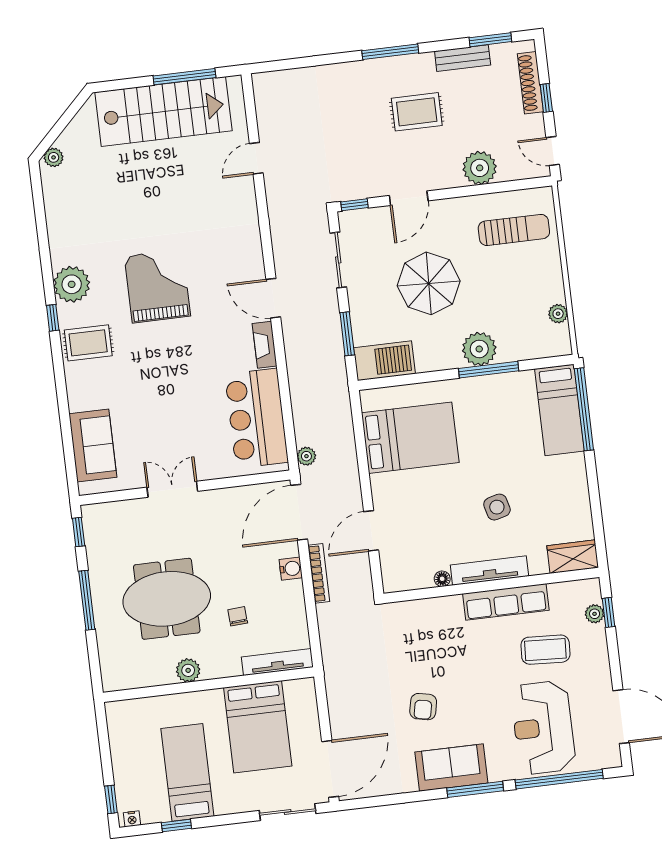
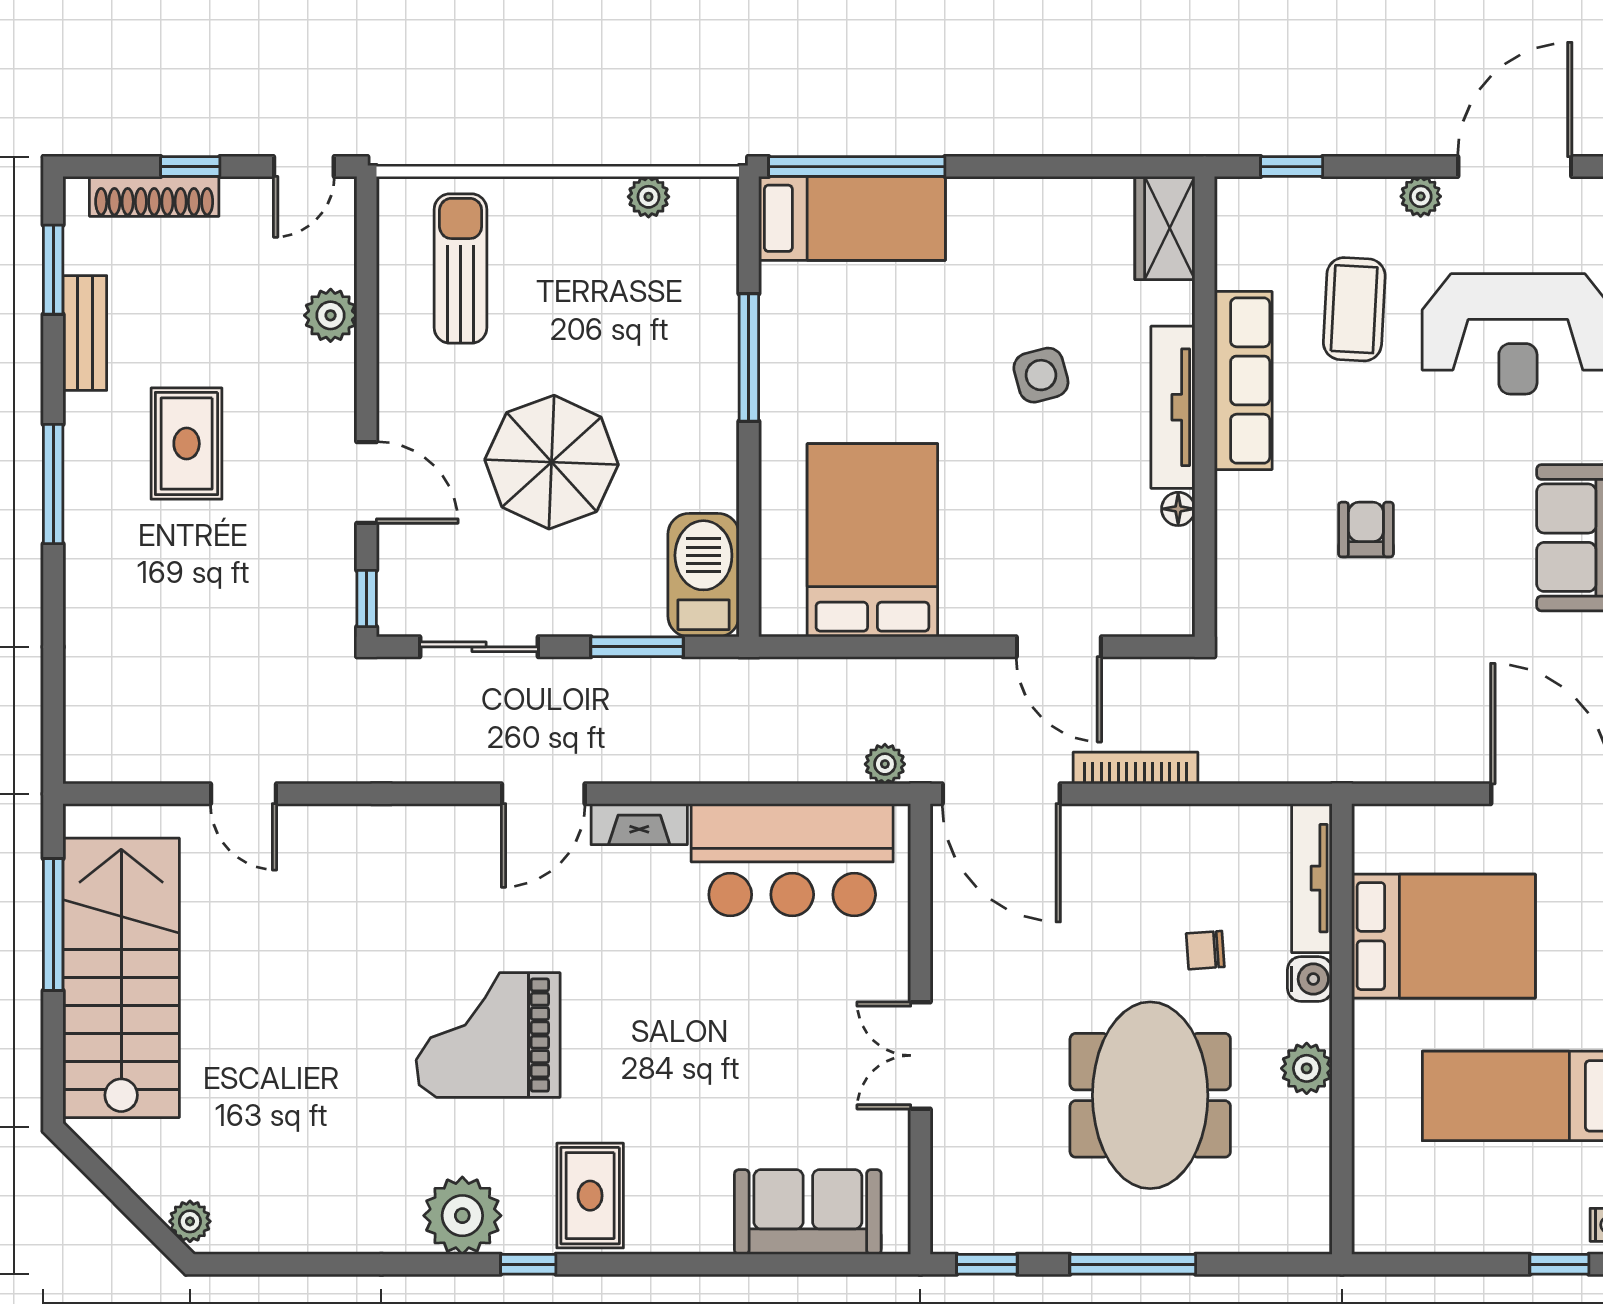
plant: (480, 168) -> (331, 315), width x0.73, depth x0.73
plant: (479, 349) -> (703, 372), removed
water cooler: (291, 569) -> (1310, 979), moved, turned 90
plant: (595, 614) -> (1421, 196), moved
armchair: (423, 707) -> (1366, 530), moved, turned -102

